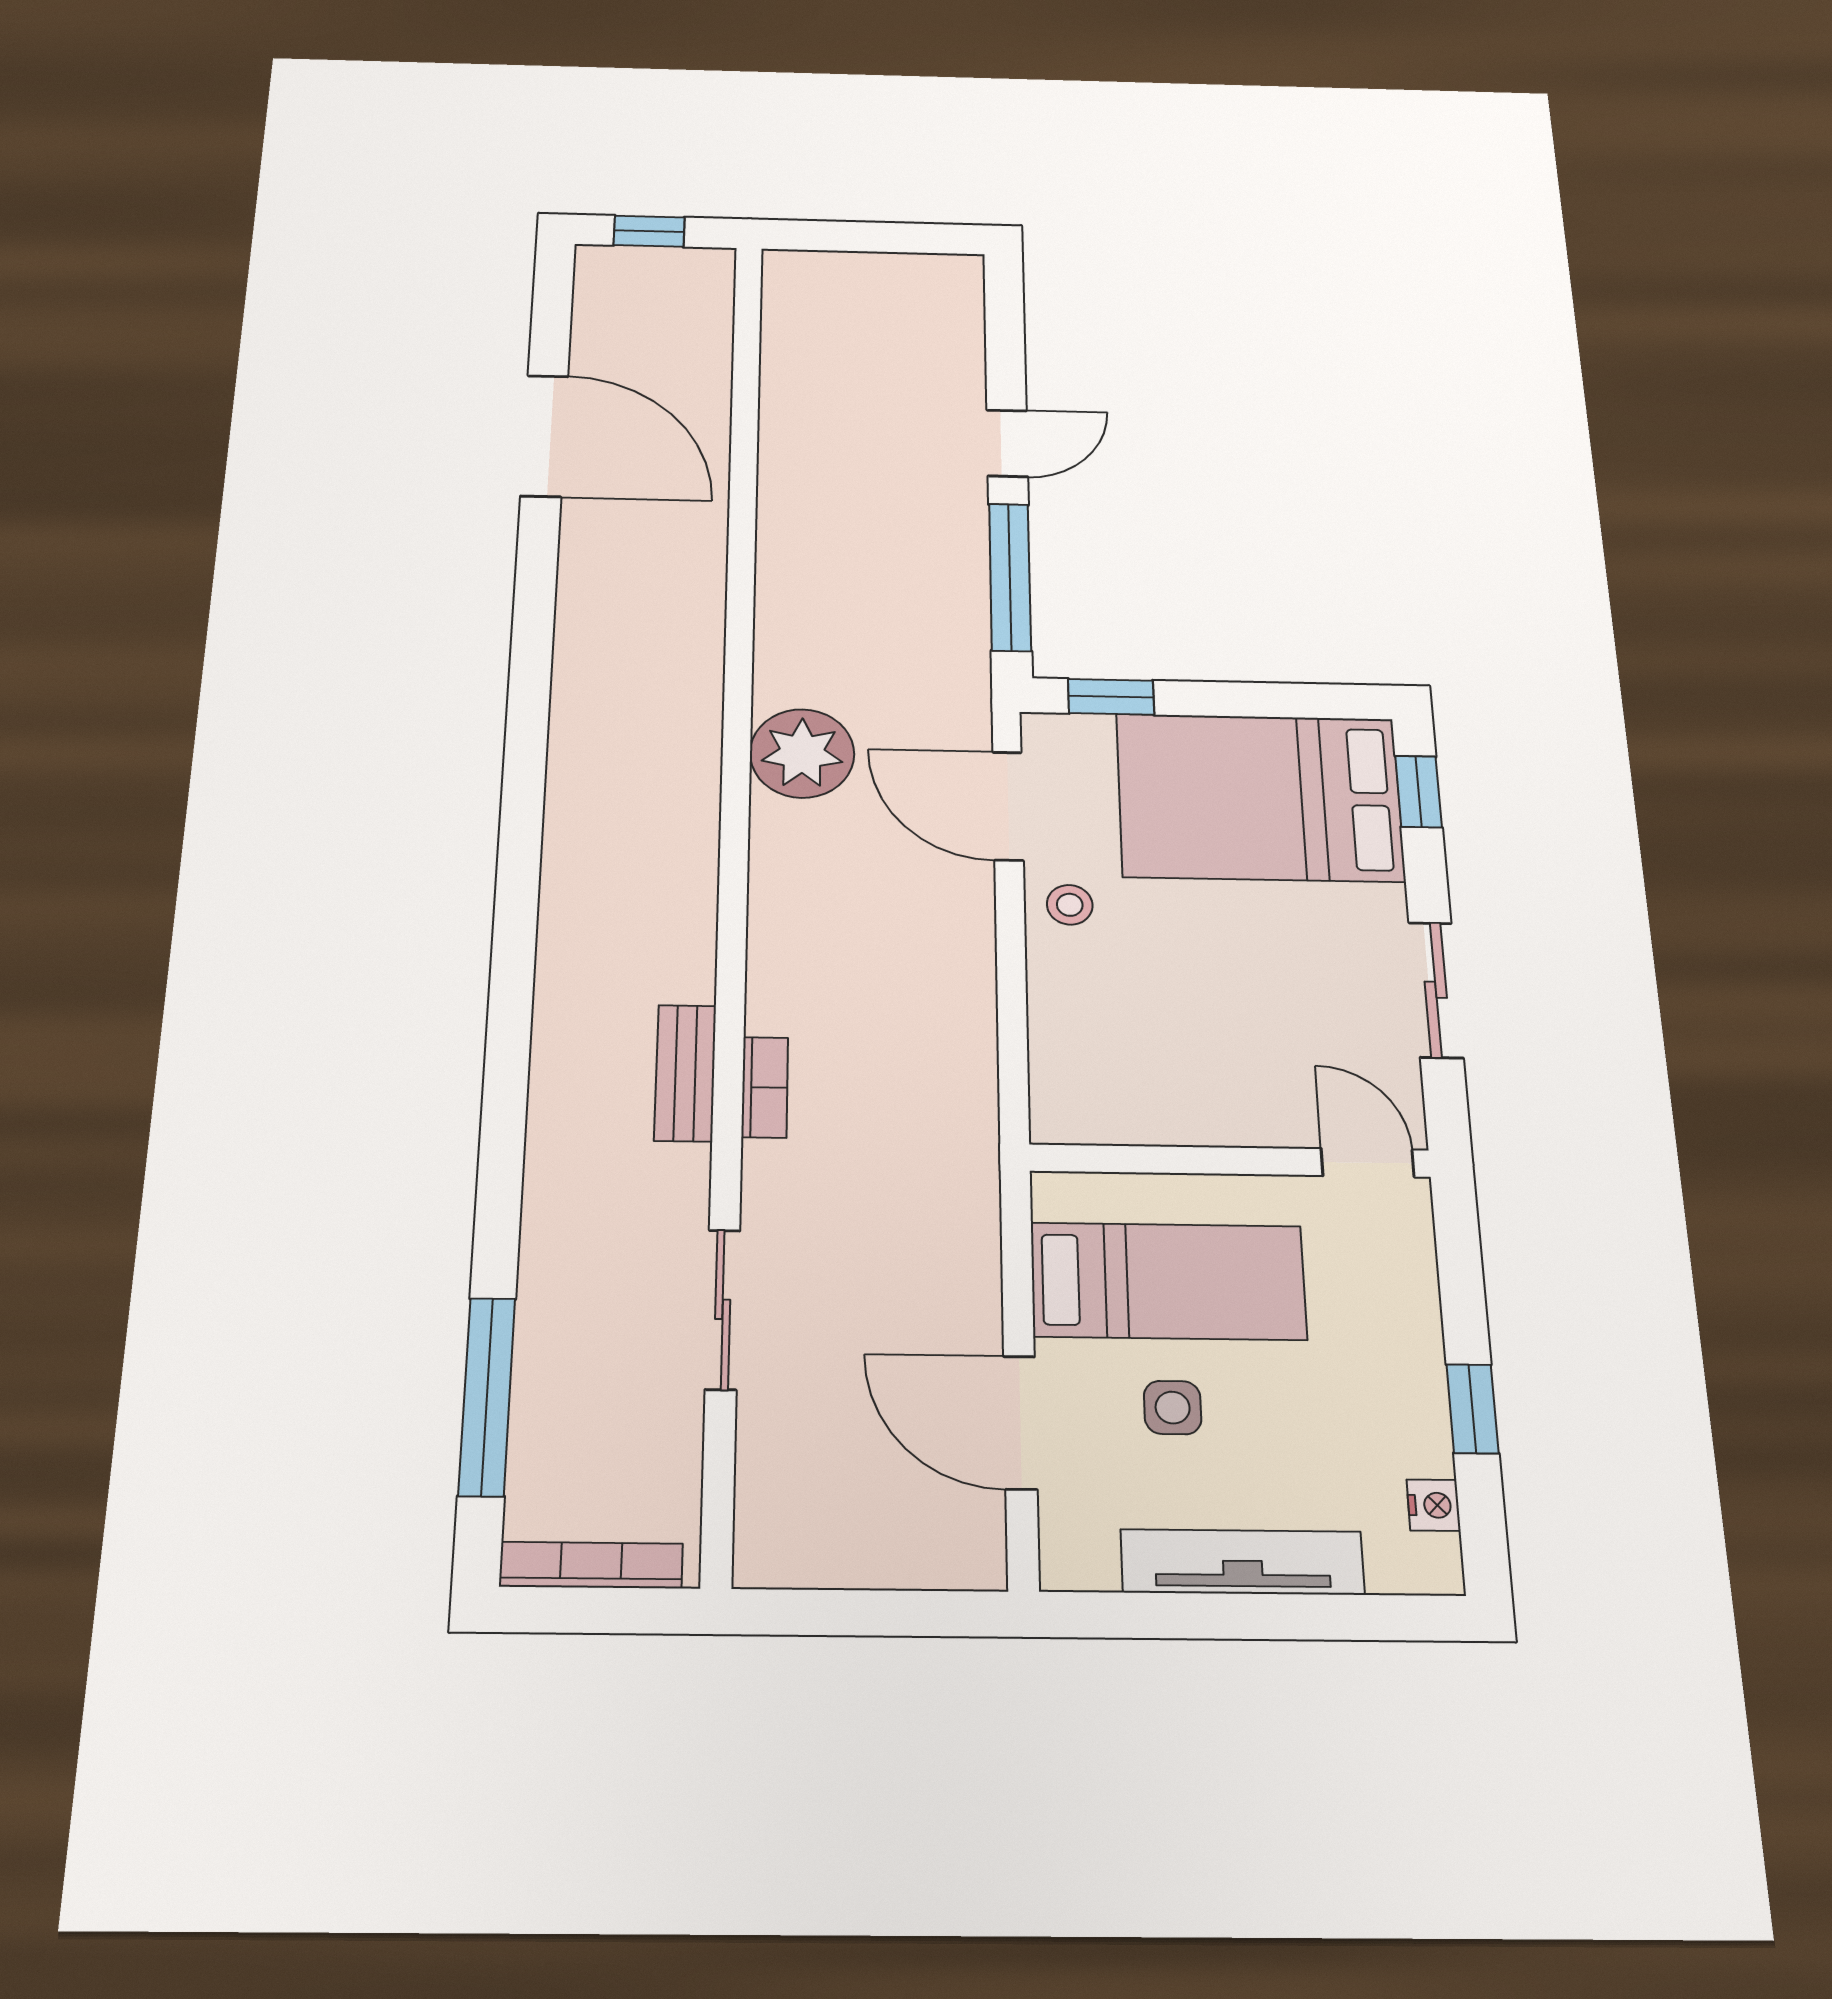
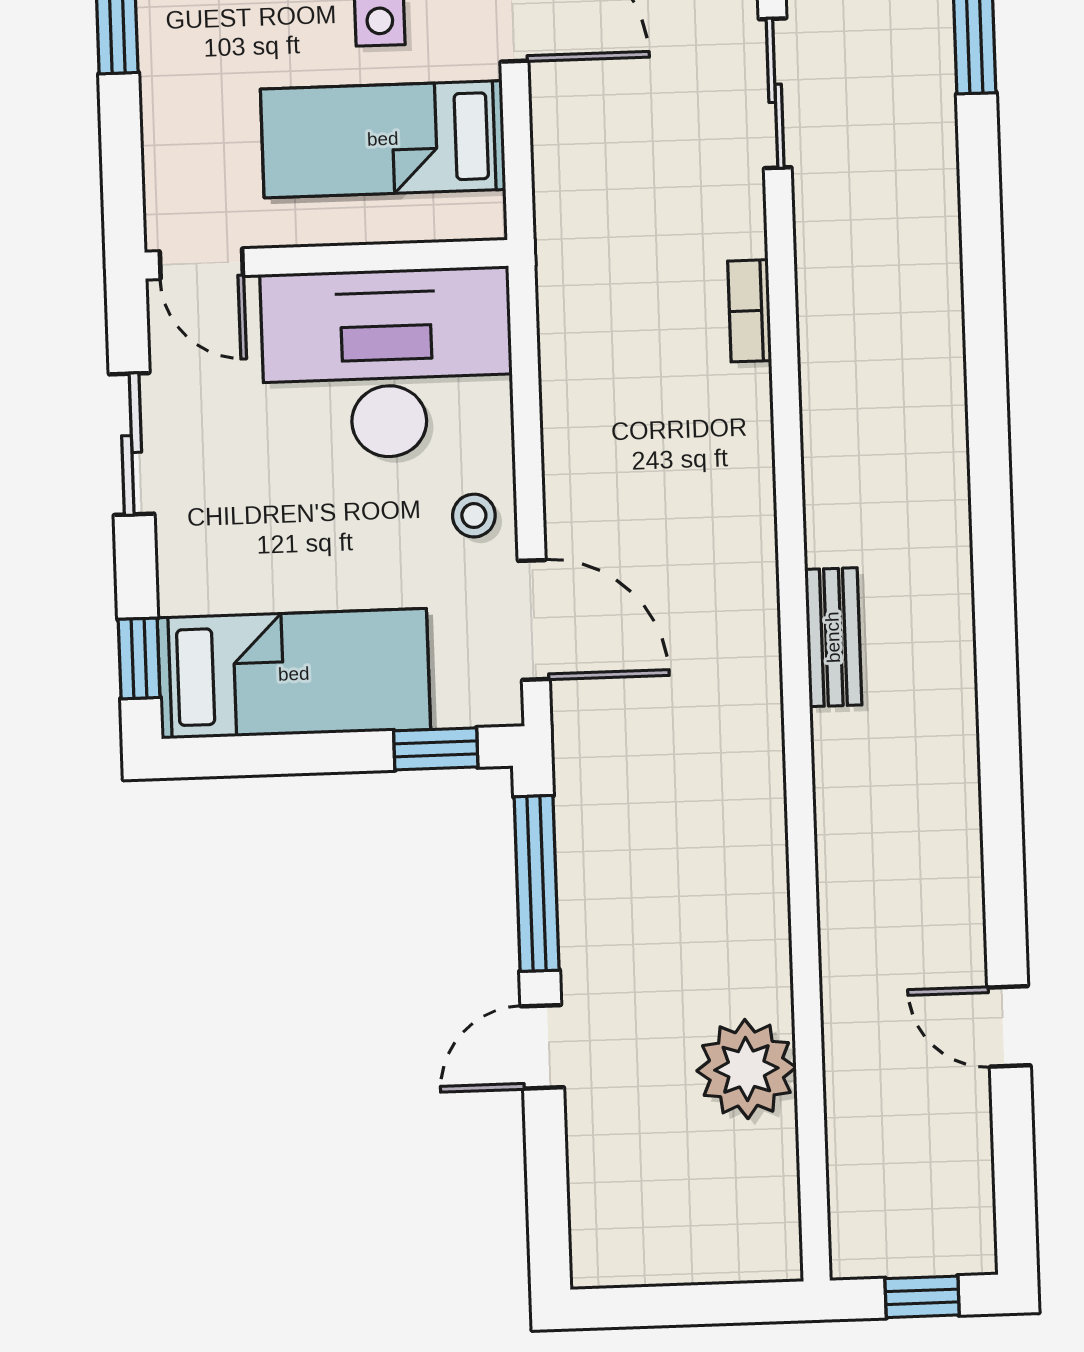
door: (544, 436) -> (1009, 1026), width x0.53
plant: (802, 753) -> (746, 1069), moved
bed: (1259, 797) -> (294, 674), width x0.67
desk: (1162, 1054) -> (387, 363), added
bench: (685, 1073) -> (833, 637), moved

